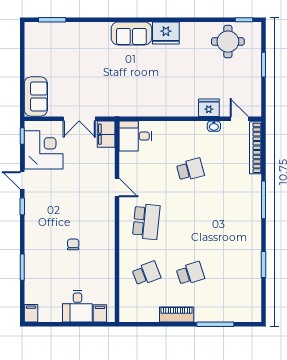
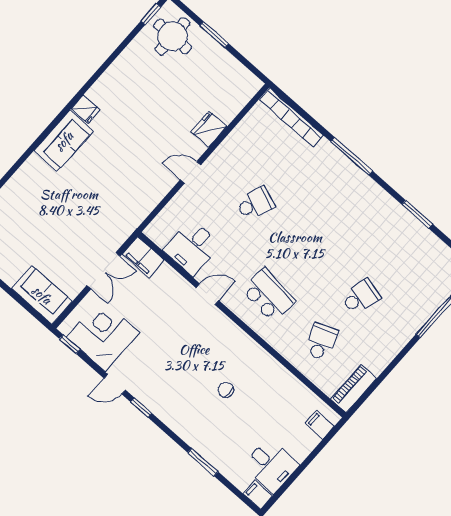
fridge: (166, 33) -> (86, 109), width x0.53, depth x0.75
round table: (228, 42) -> (173, 36), moved
door: (239, 119) -> (191, 172), moved
washbasin: (214, 126) -> (232, 141), removed
desk: (135, 136) -> (192, 247), moved
school desk: (190, 170) -> (255, 204), turned 36
school desk: (190, 273) -> (361, 297), turned 33
desk: (77, 306) -> (271, 466), moved
piano: (177, 315) -> (354, 389), moved

